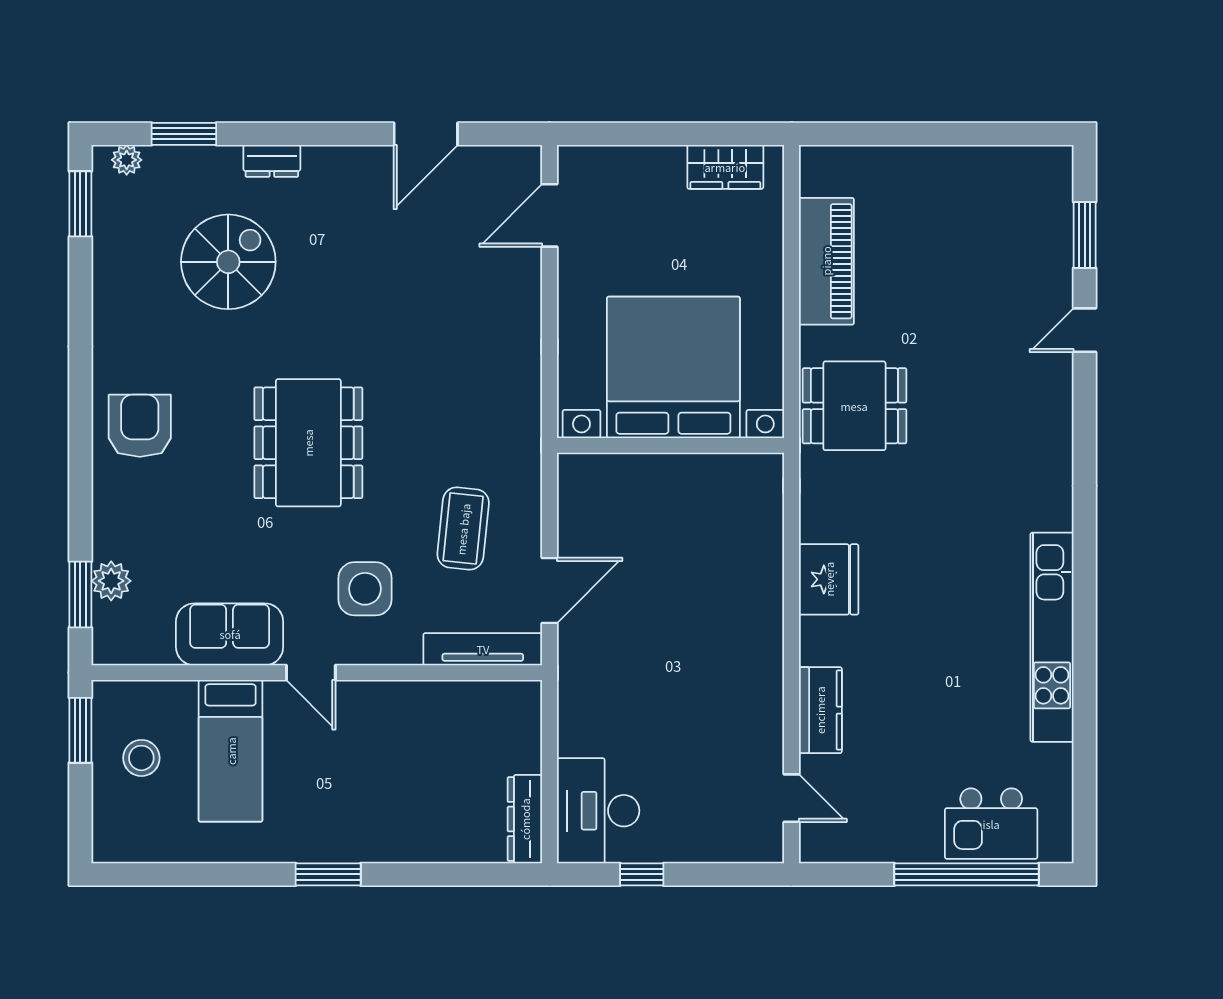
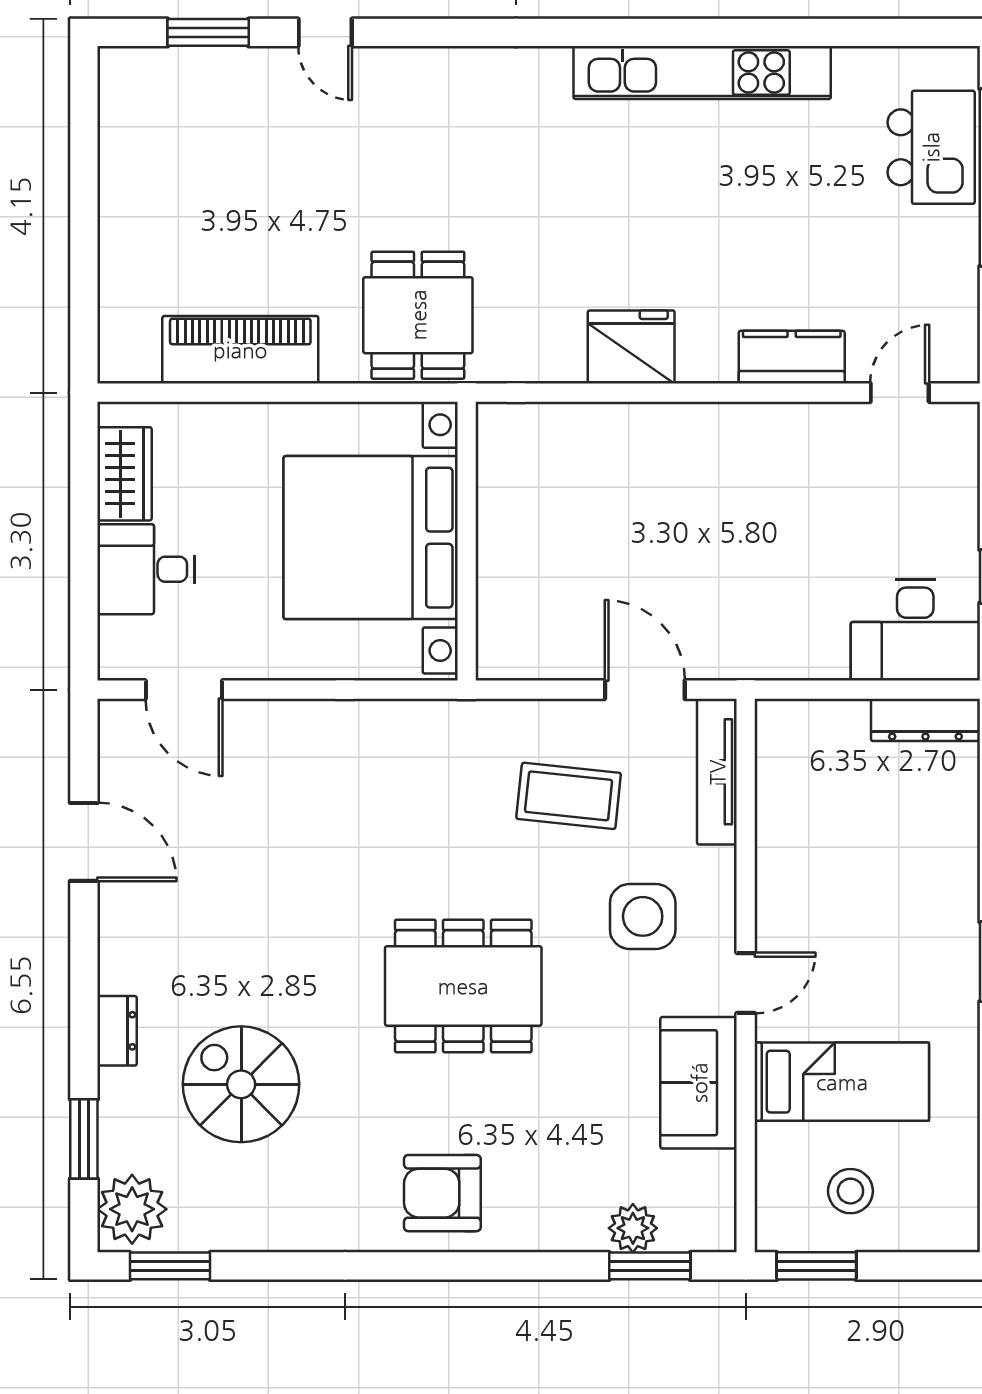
plant: (127, 160) -> (132, 1209), width x1.88, depth x1.88
desk: (648, 184) -> (146, 569), added

